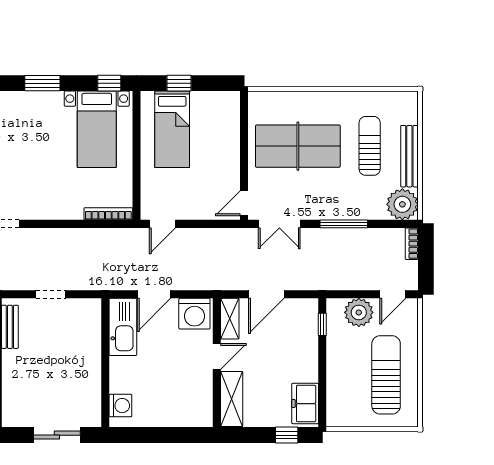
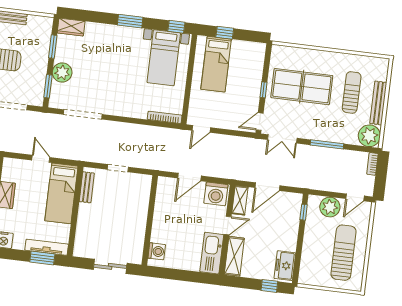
window: (244, 157) -> (264, 90), added
kitchen sink: (123, 327) -> (212, 253), moved, turned 180

